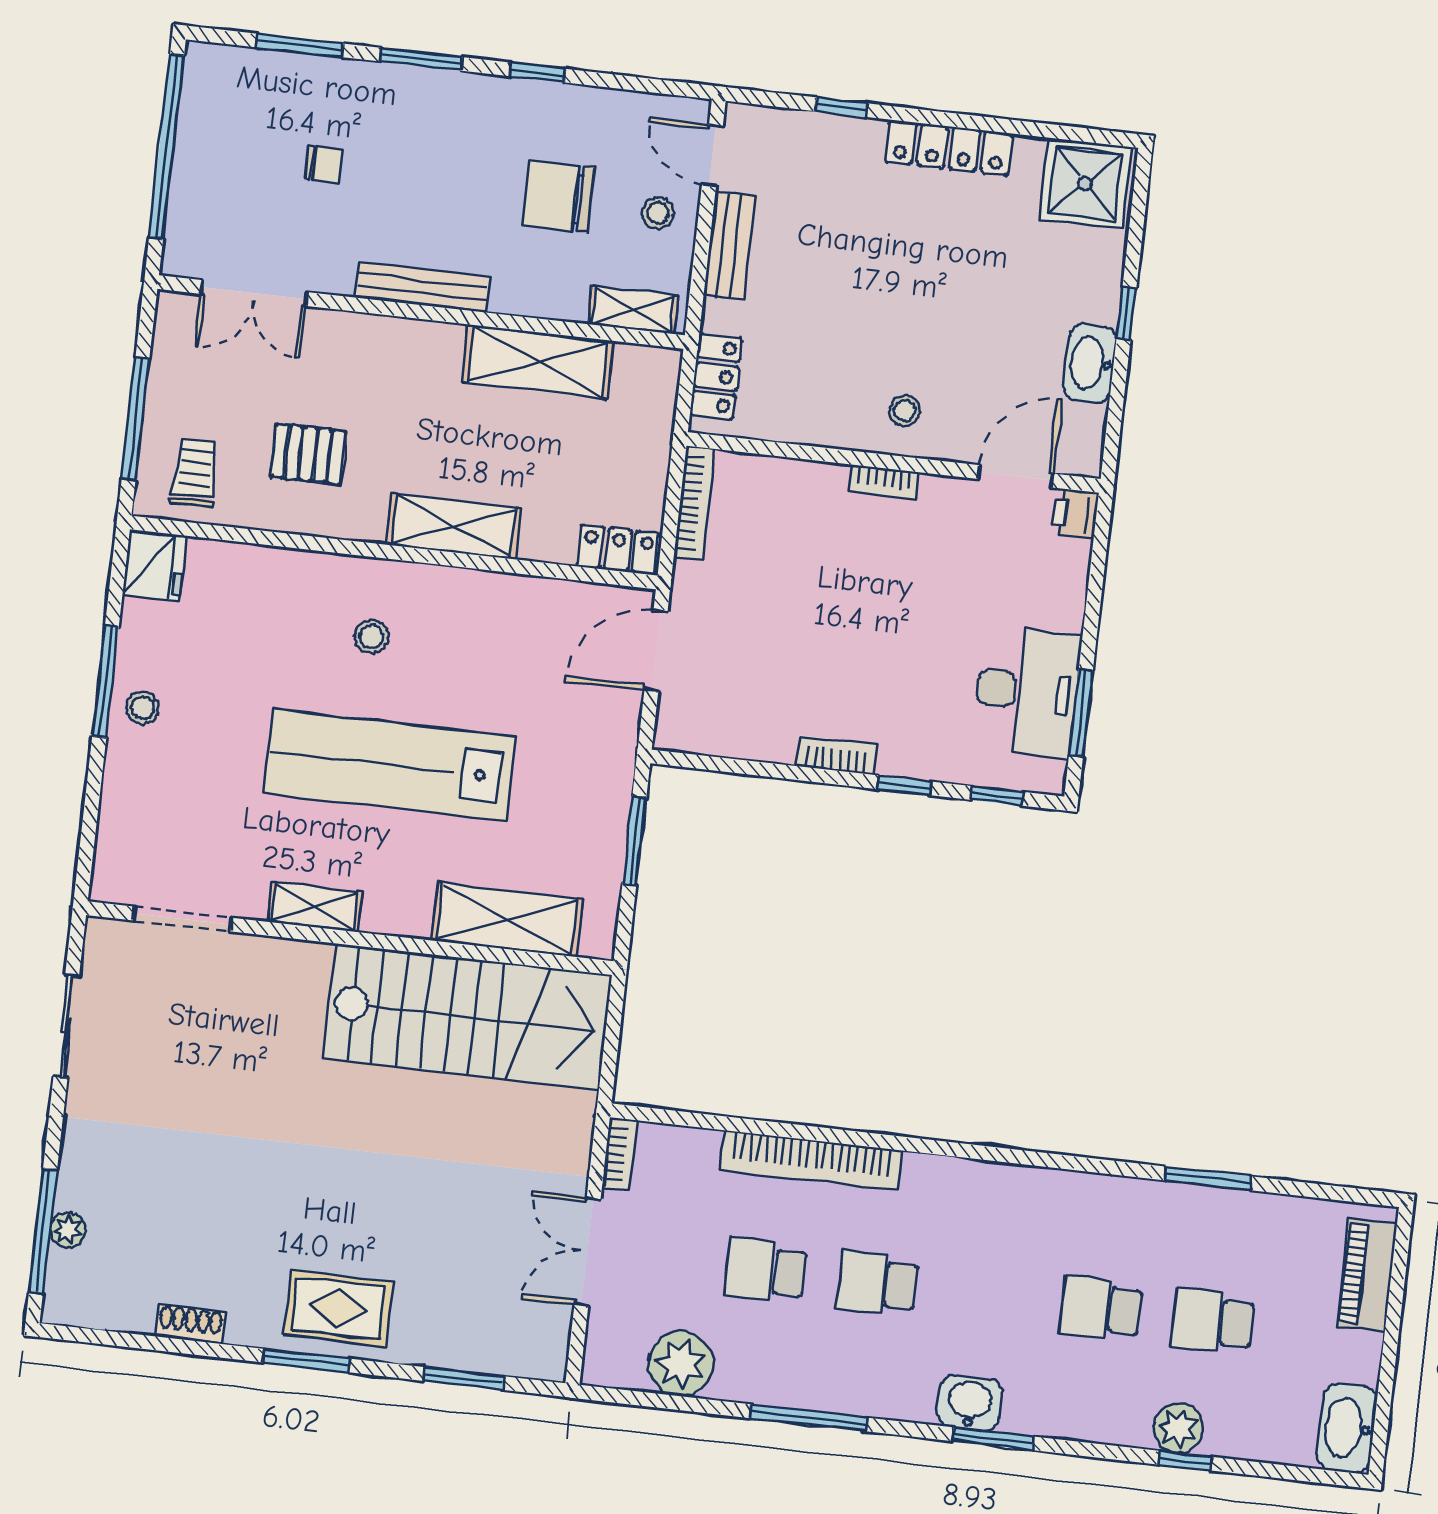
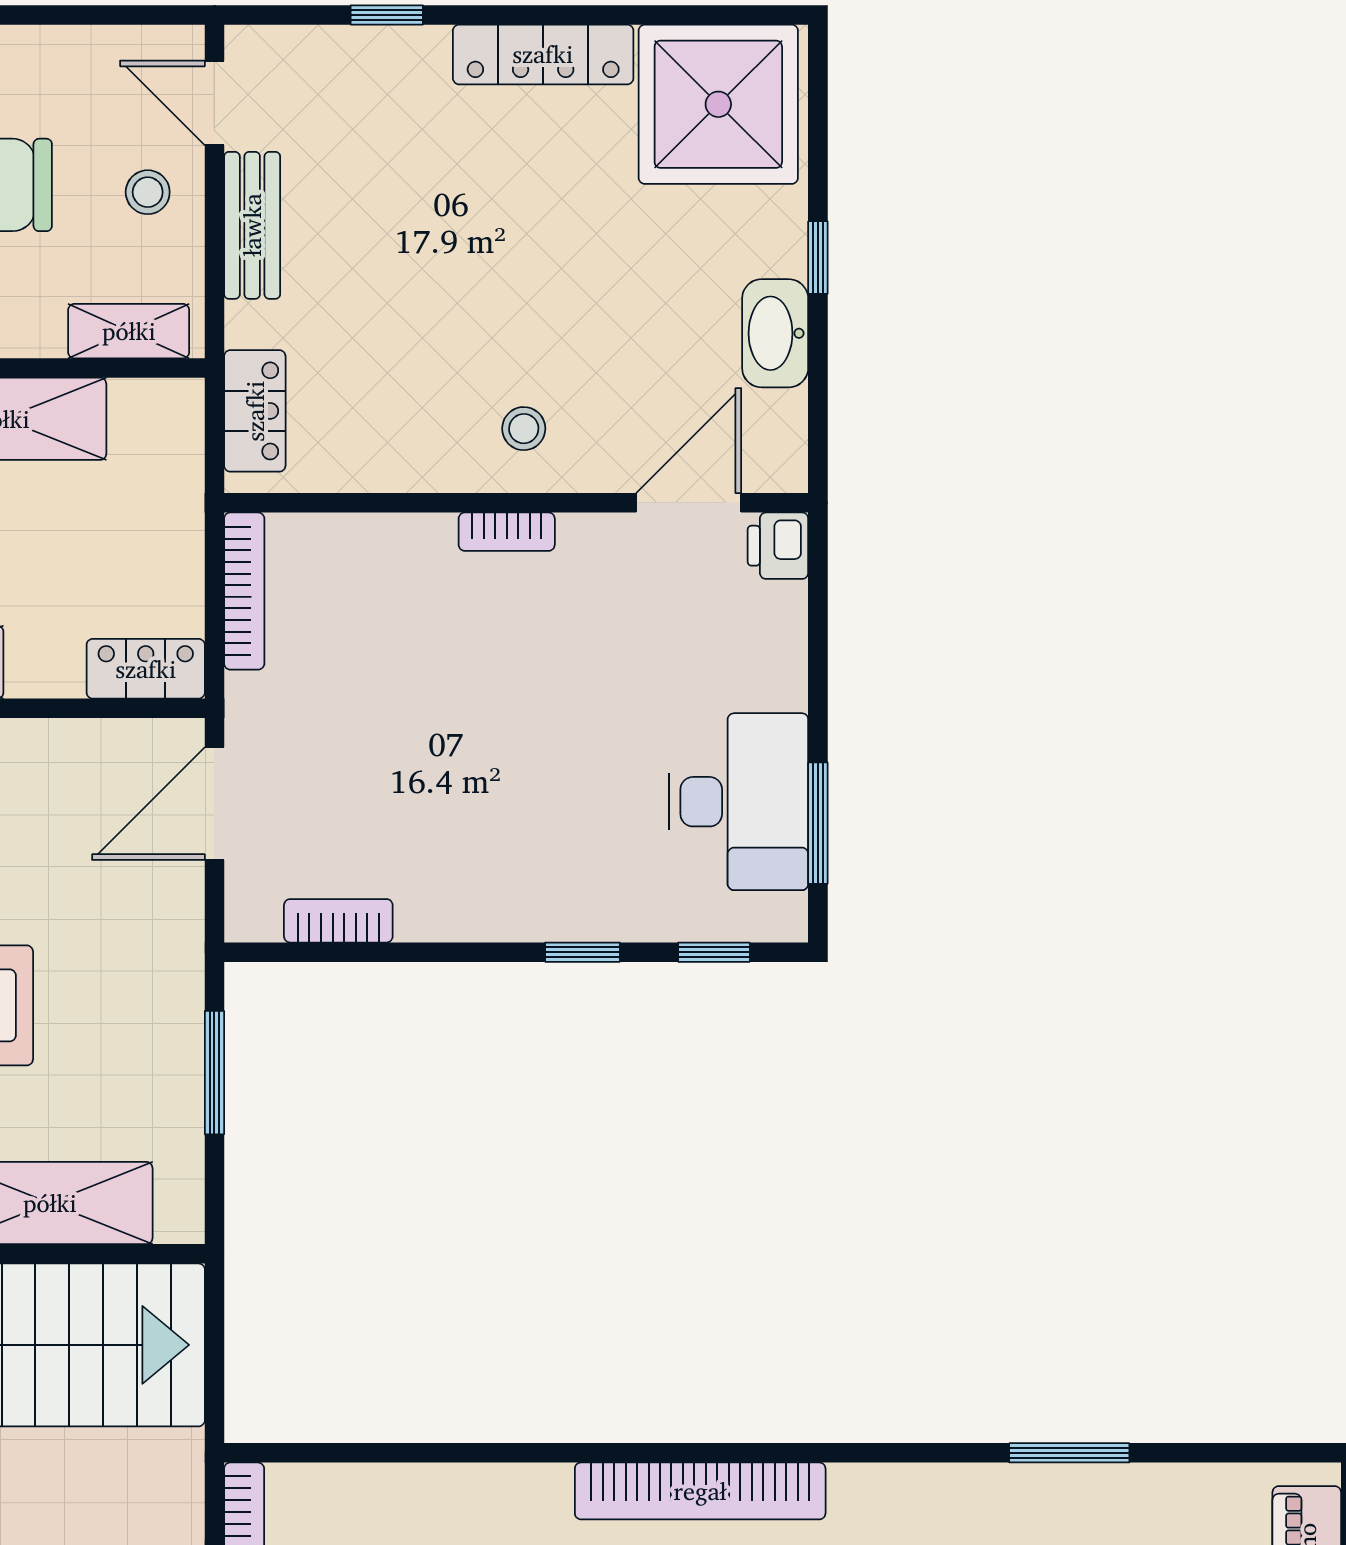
shower: (1085, 184) -> (718, 104), width x1.37, depth x1.37
bookcase: (837, 755) -> (338, 921), moved
bookcase: (811, 1160) -> (700, 1491), moved

